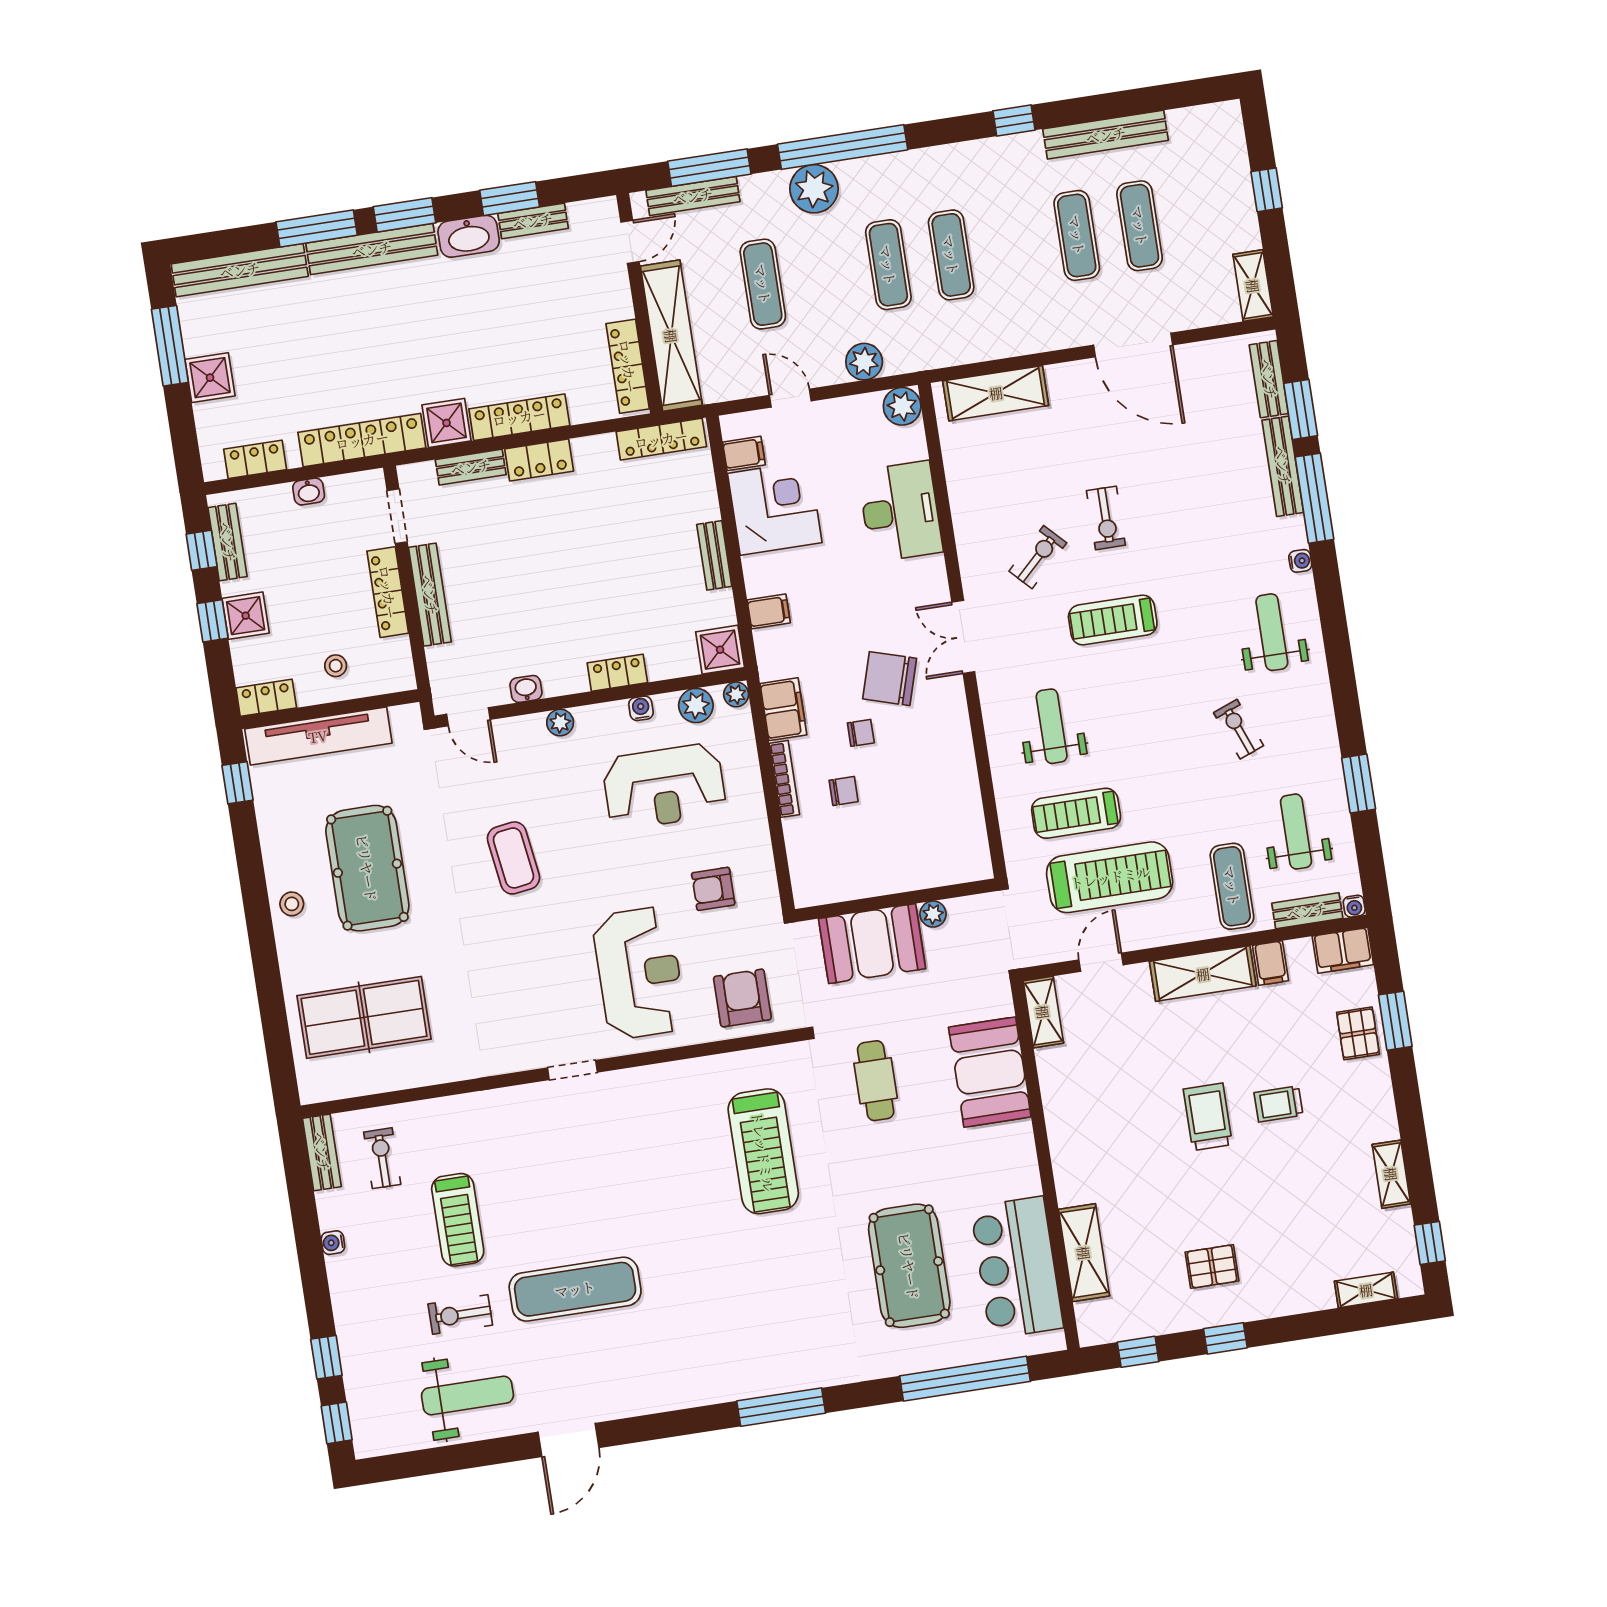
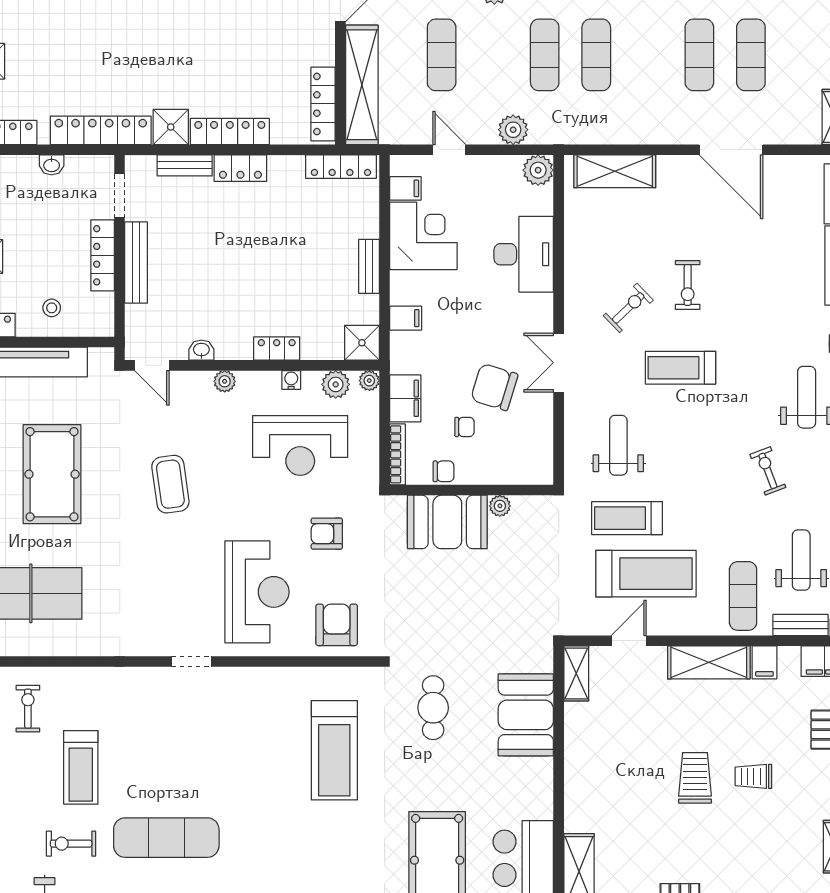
wall: (896, 900) -> (472, 490), moved
plant: (933, 914) -> (500, 506), moved
booth: (872, 944) -> (447, 522), moved

